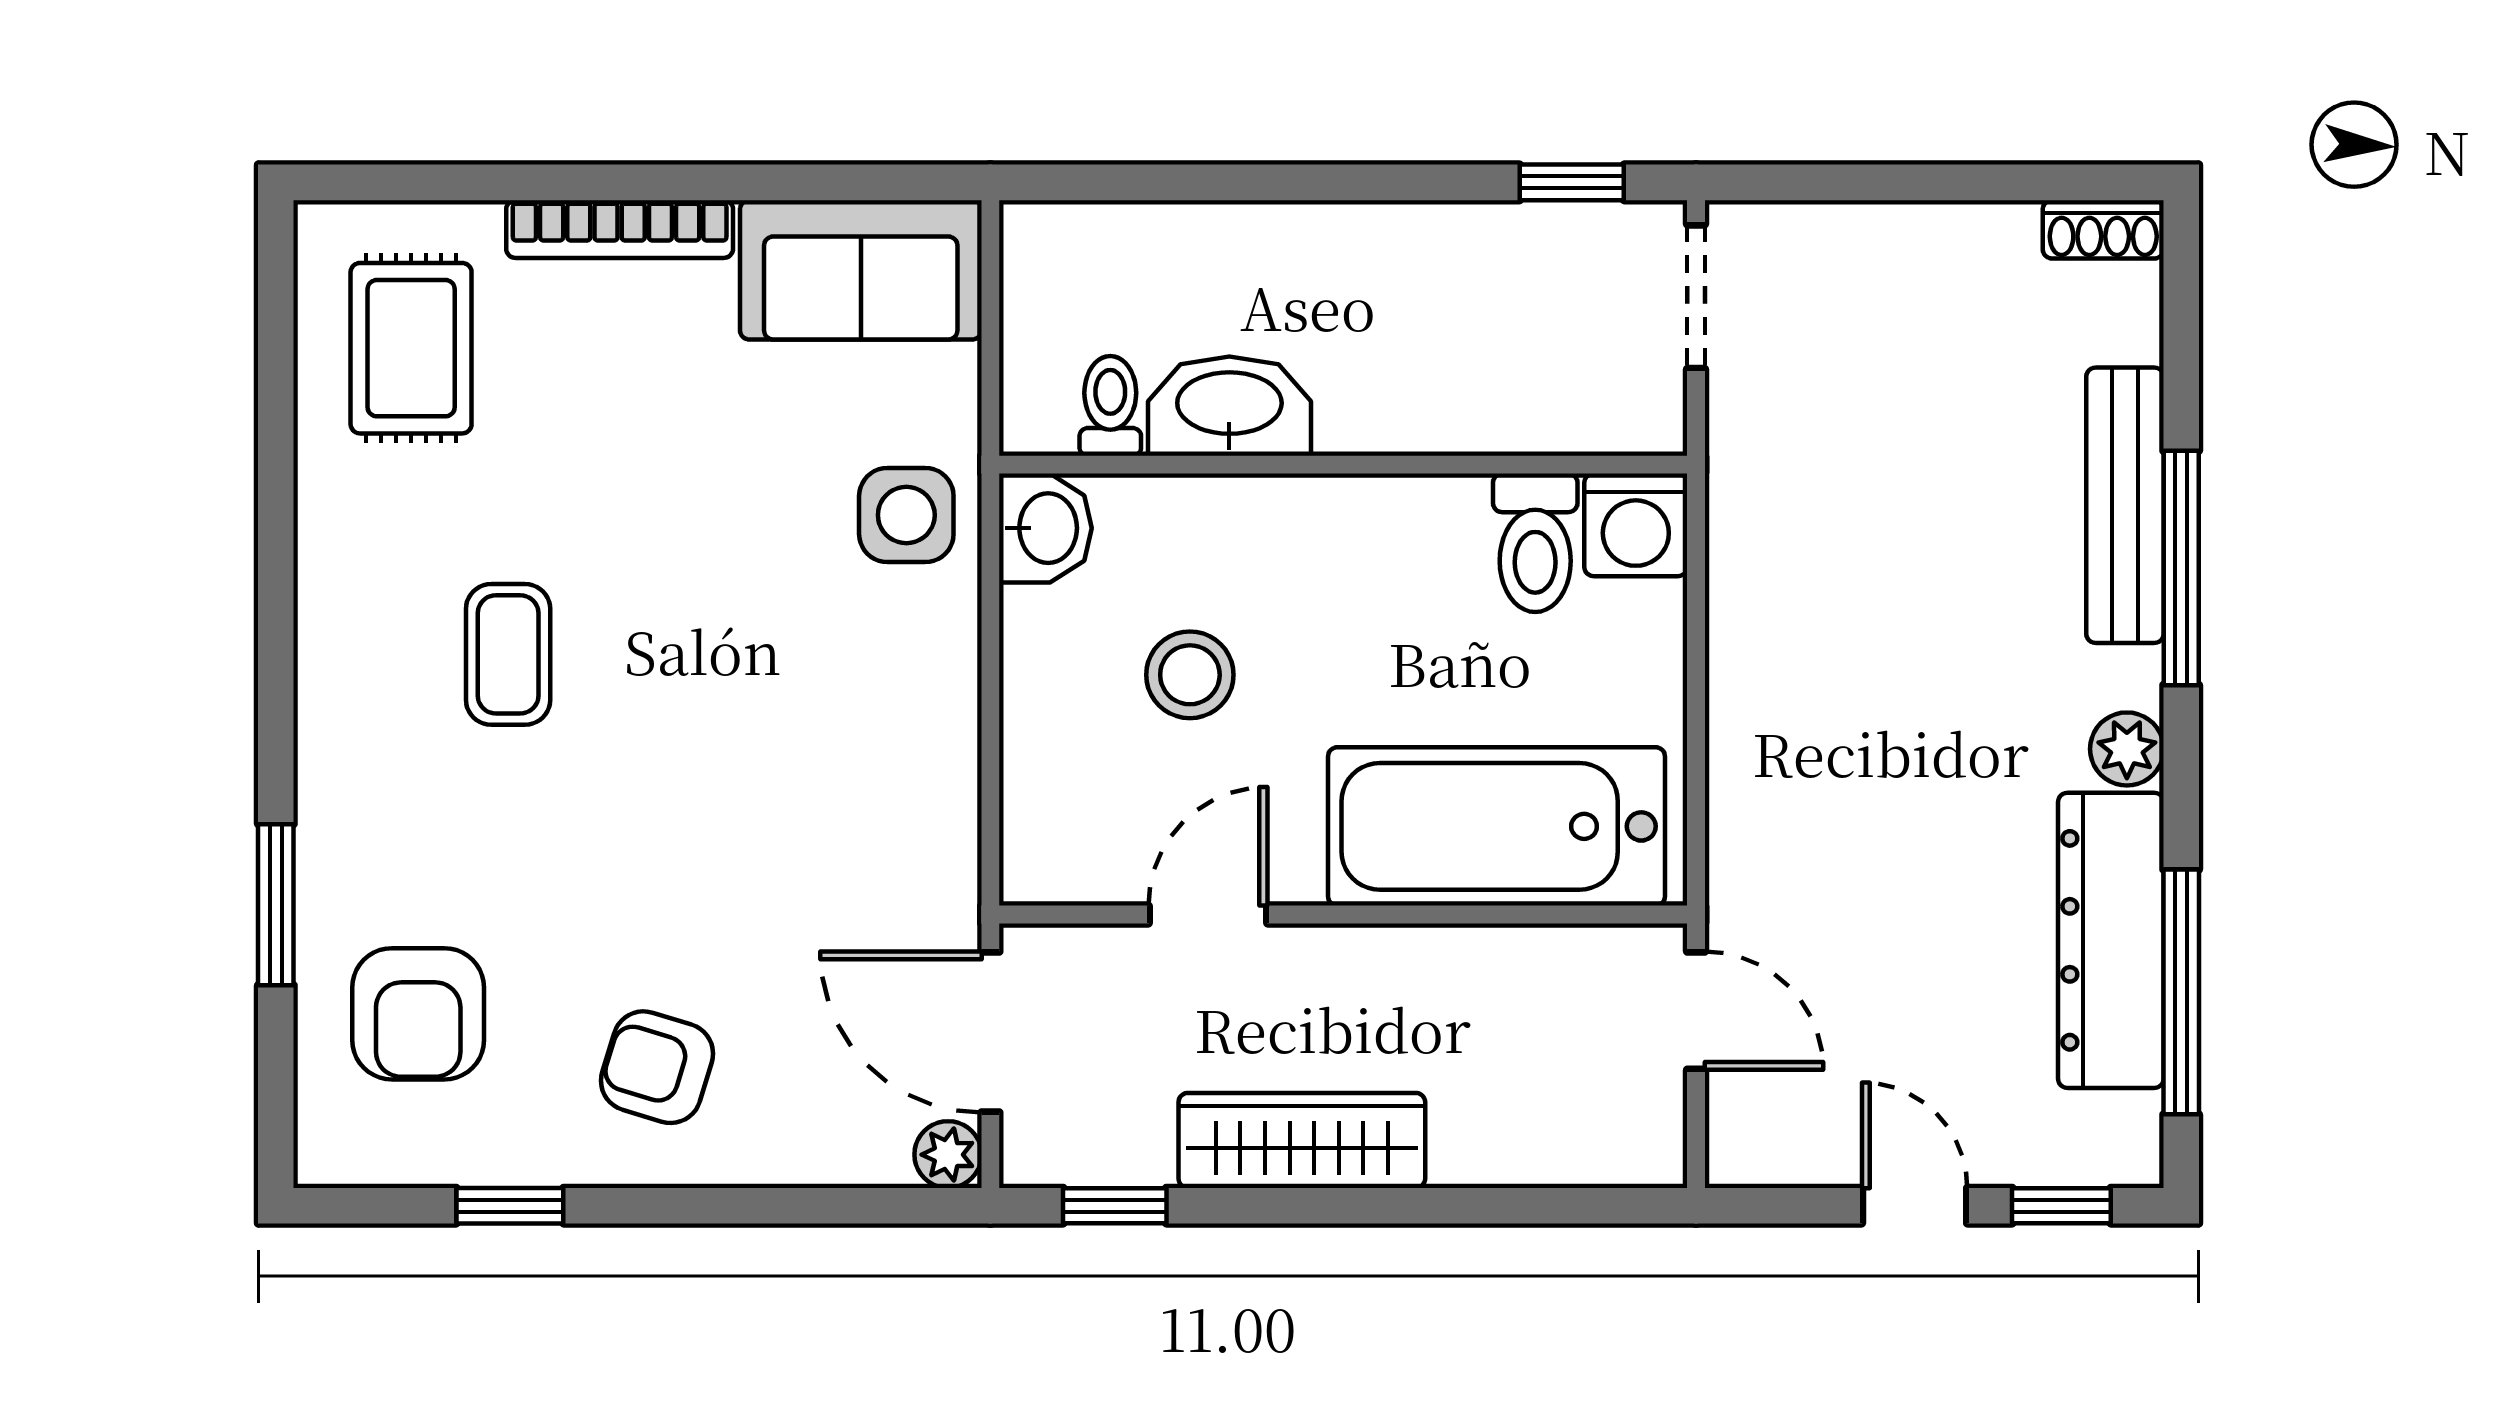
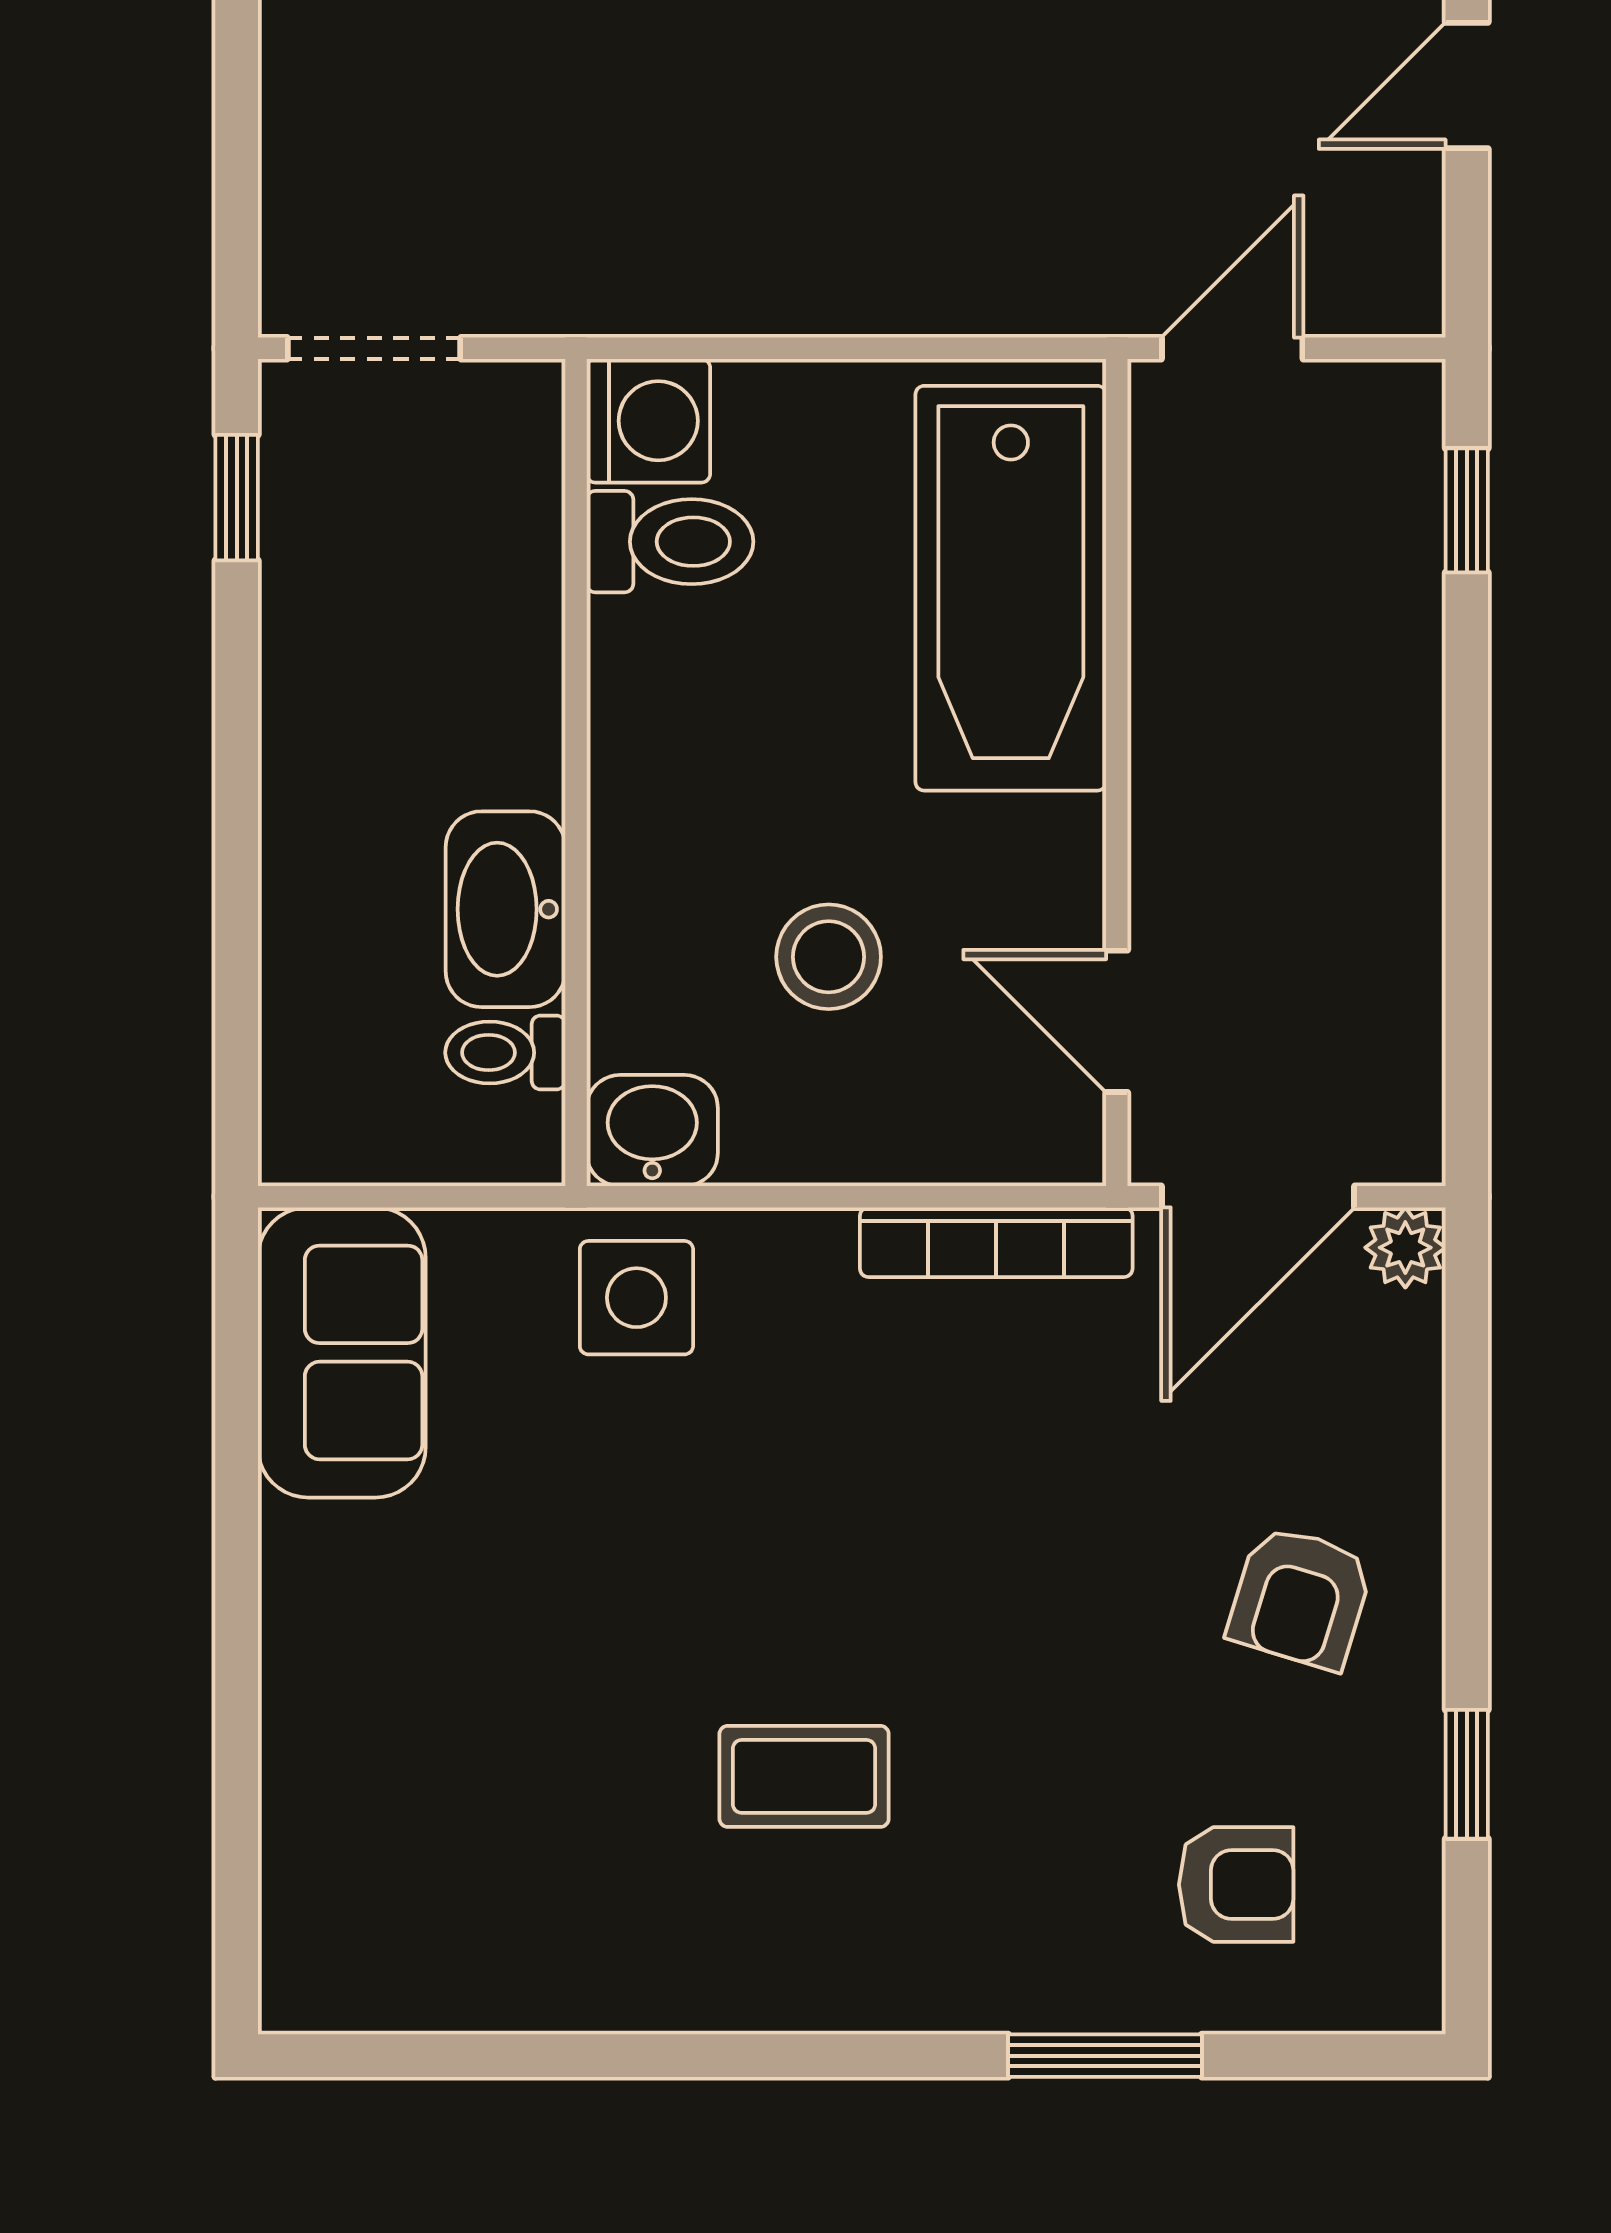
bookcase: (620, 229) -> (996, 1242), moved, turned 90
rug: (411, 348) -> (436, 1893), removed
door: (1208, 915) -> (1117, 1021), moved
armchair: (418, 1014) -> (1236, 1885), width x0.72, depth x0.72
wardrobe: (1302, 1140) -> (1388, 822), removed
window: (1115, 1206) -> (1467, 510), moved

